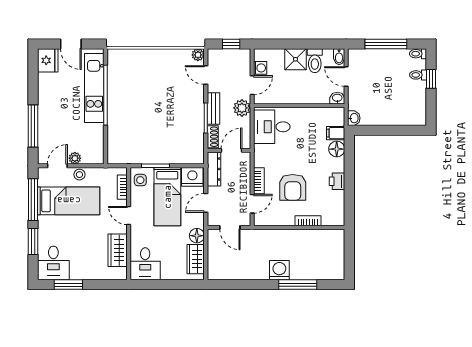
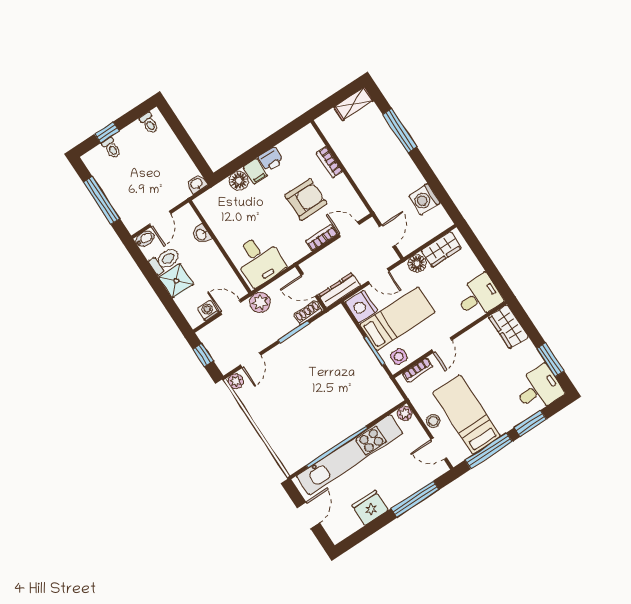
toilet: (418, 54) -> (149, 123), moved
fridge: (48, 60) -> (370, 508), moved
kitchen unit: (94, 88) -> (349, 455), width x1.36
washbasin: (337, 98) -> (201, 234), moved
bench: (213, 108) -> (279, 330), removed
filing cabinet: (336, 133) -> (255, 171), moved
plant: (75, 158) -> (405, 413), moved
wardrobe: (118, 250) -> (508, 327), moved, turned 90
shelving: (338, 265) -> (354, 104), added
washing machine: (279, 270) -> (424, 199), moved

